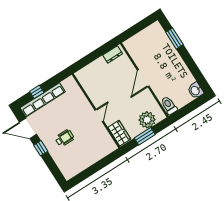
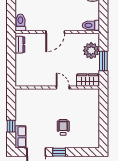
toilet: (132, 43) -> (20, 23), added
door: (143, 78) -> (55, 32), hinge flipped
row of seats: (43, 100) -> (21, 137), width x0.50

